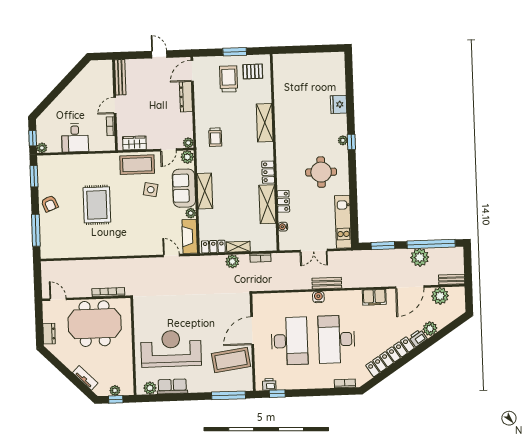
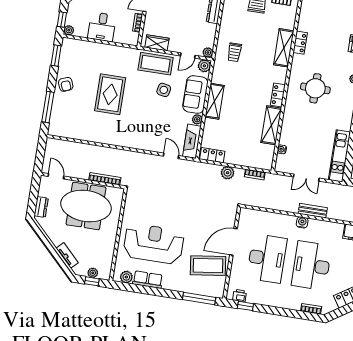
round table: (321, 172) -> (315, 88), moved
locker: (283, 201) -> (300, 43), moved
shelving: (238, 247) -> (236, 160), removed

